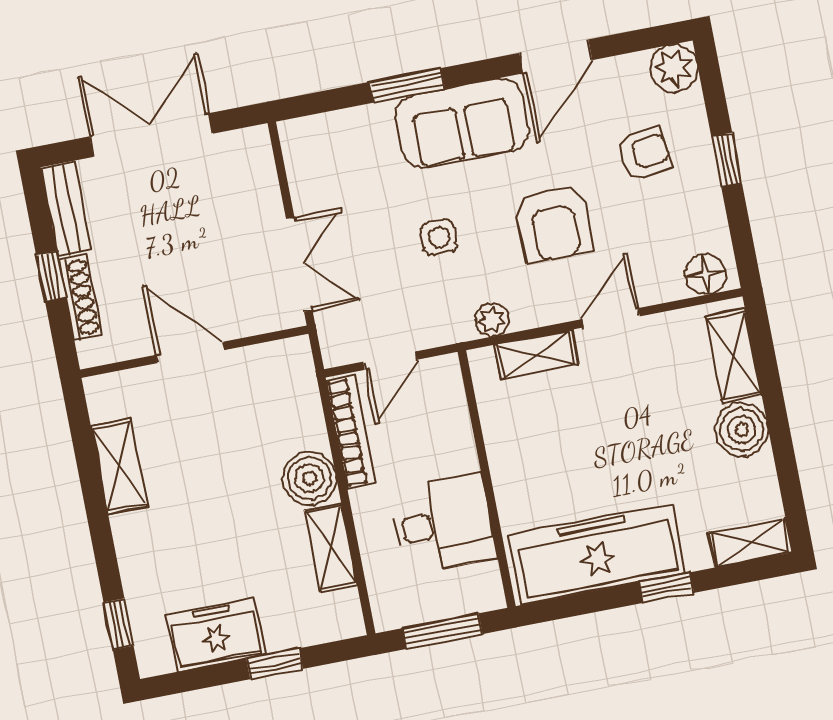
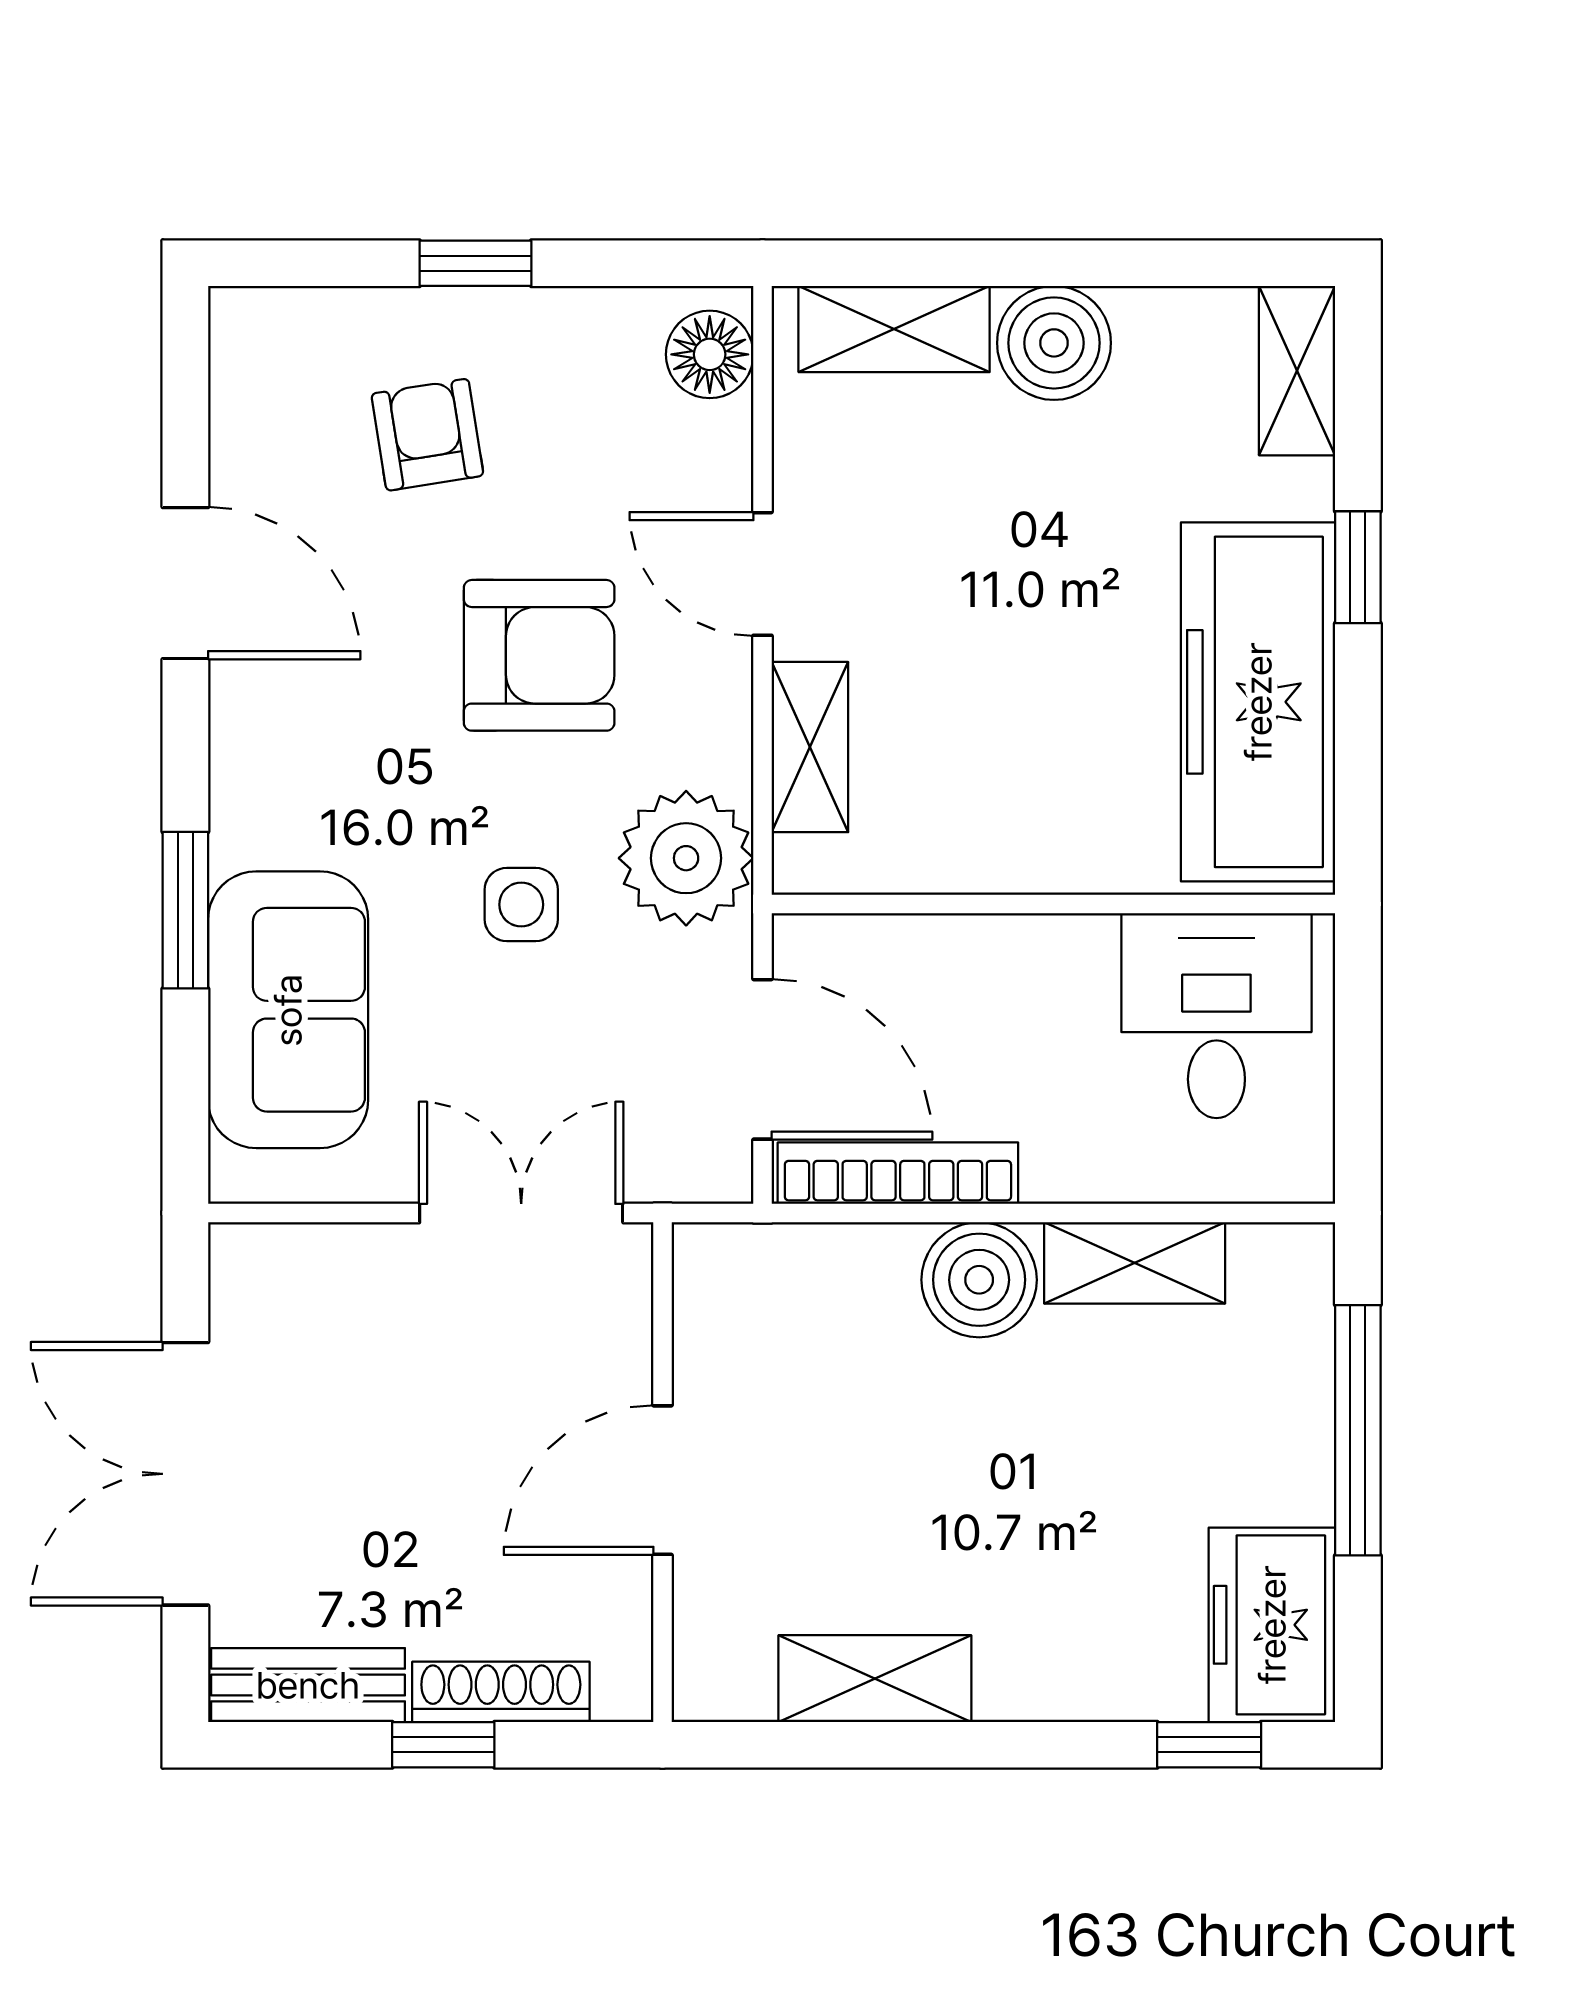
plant: (674, 68) -> (259, 337), removed
sofa: (462, 123) -> (288, 1010), moved
plant: (492, 320) -> (686, 858), width x1.87, depth x1.87
door: (390, 361) -> (763, 1059), width x1.38
desk: (443, 524) -> (1216, 1016), moved
window: (442, 631) -> (1358, 1061), removed
freezer: (216, 635) -> (1272, 1625), moved
window: (275, 664) -> (1358, 1430), width x2.17

